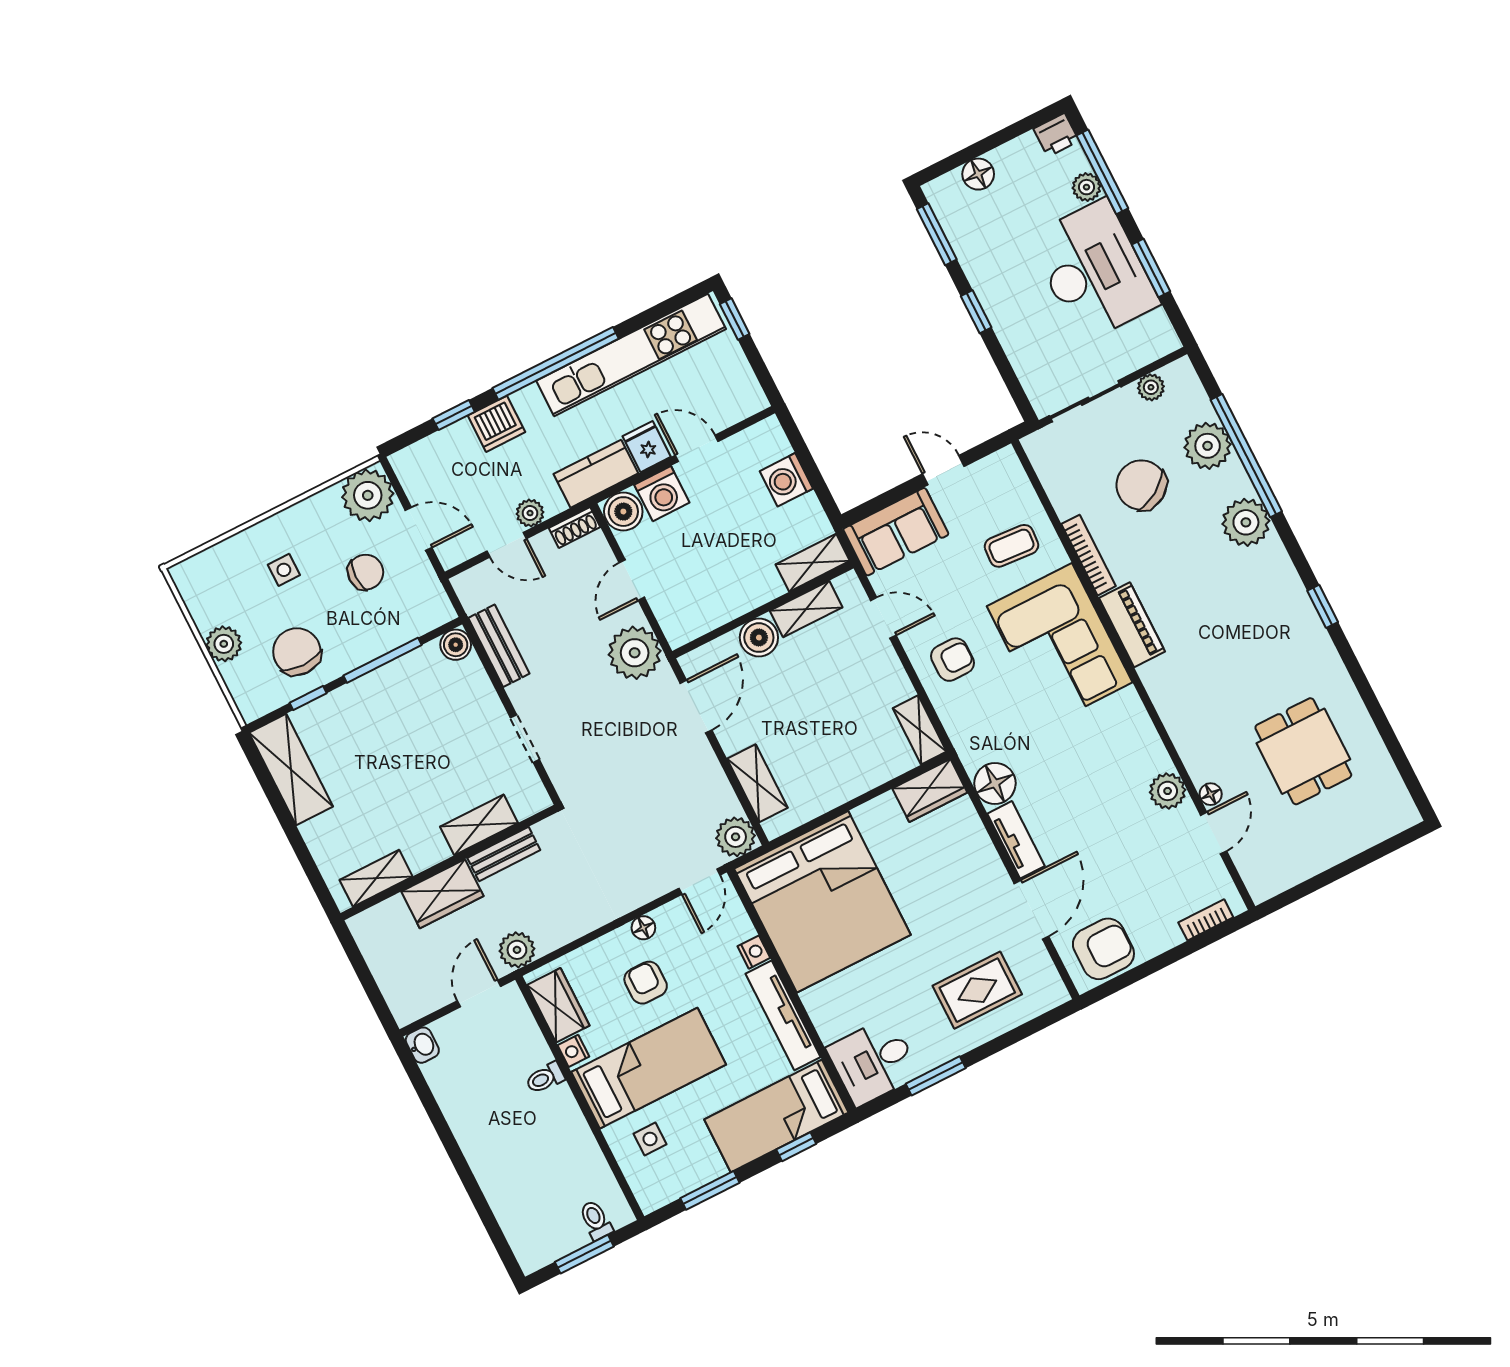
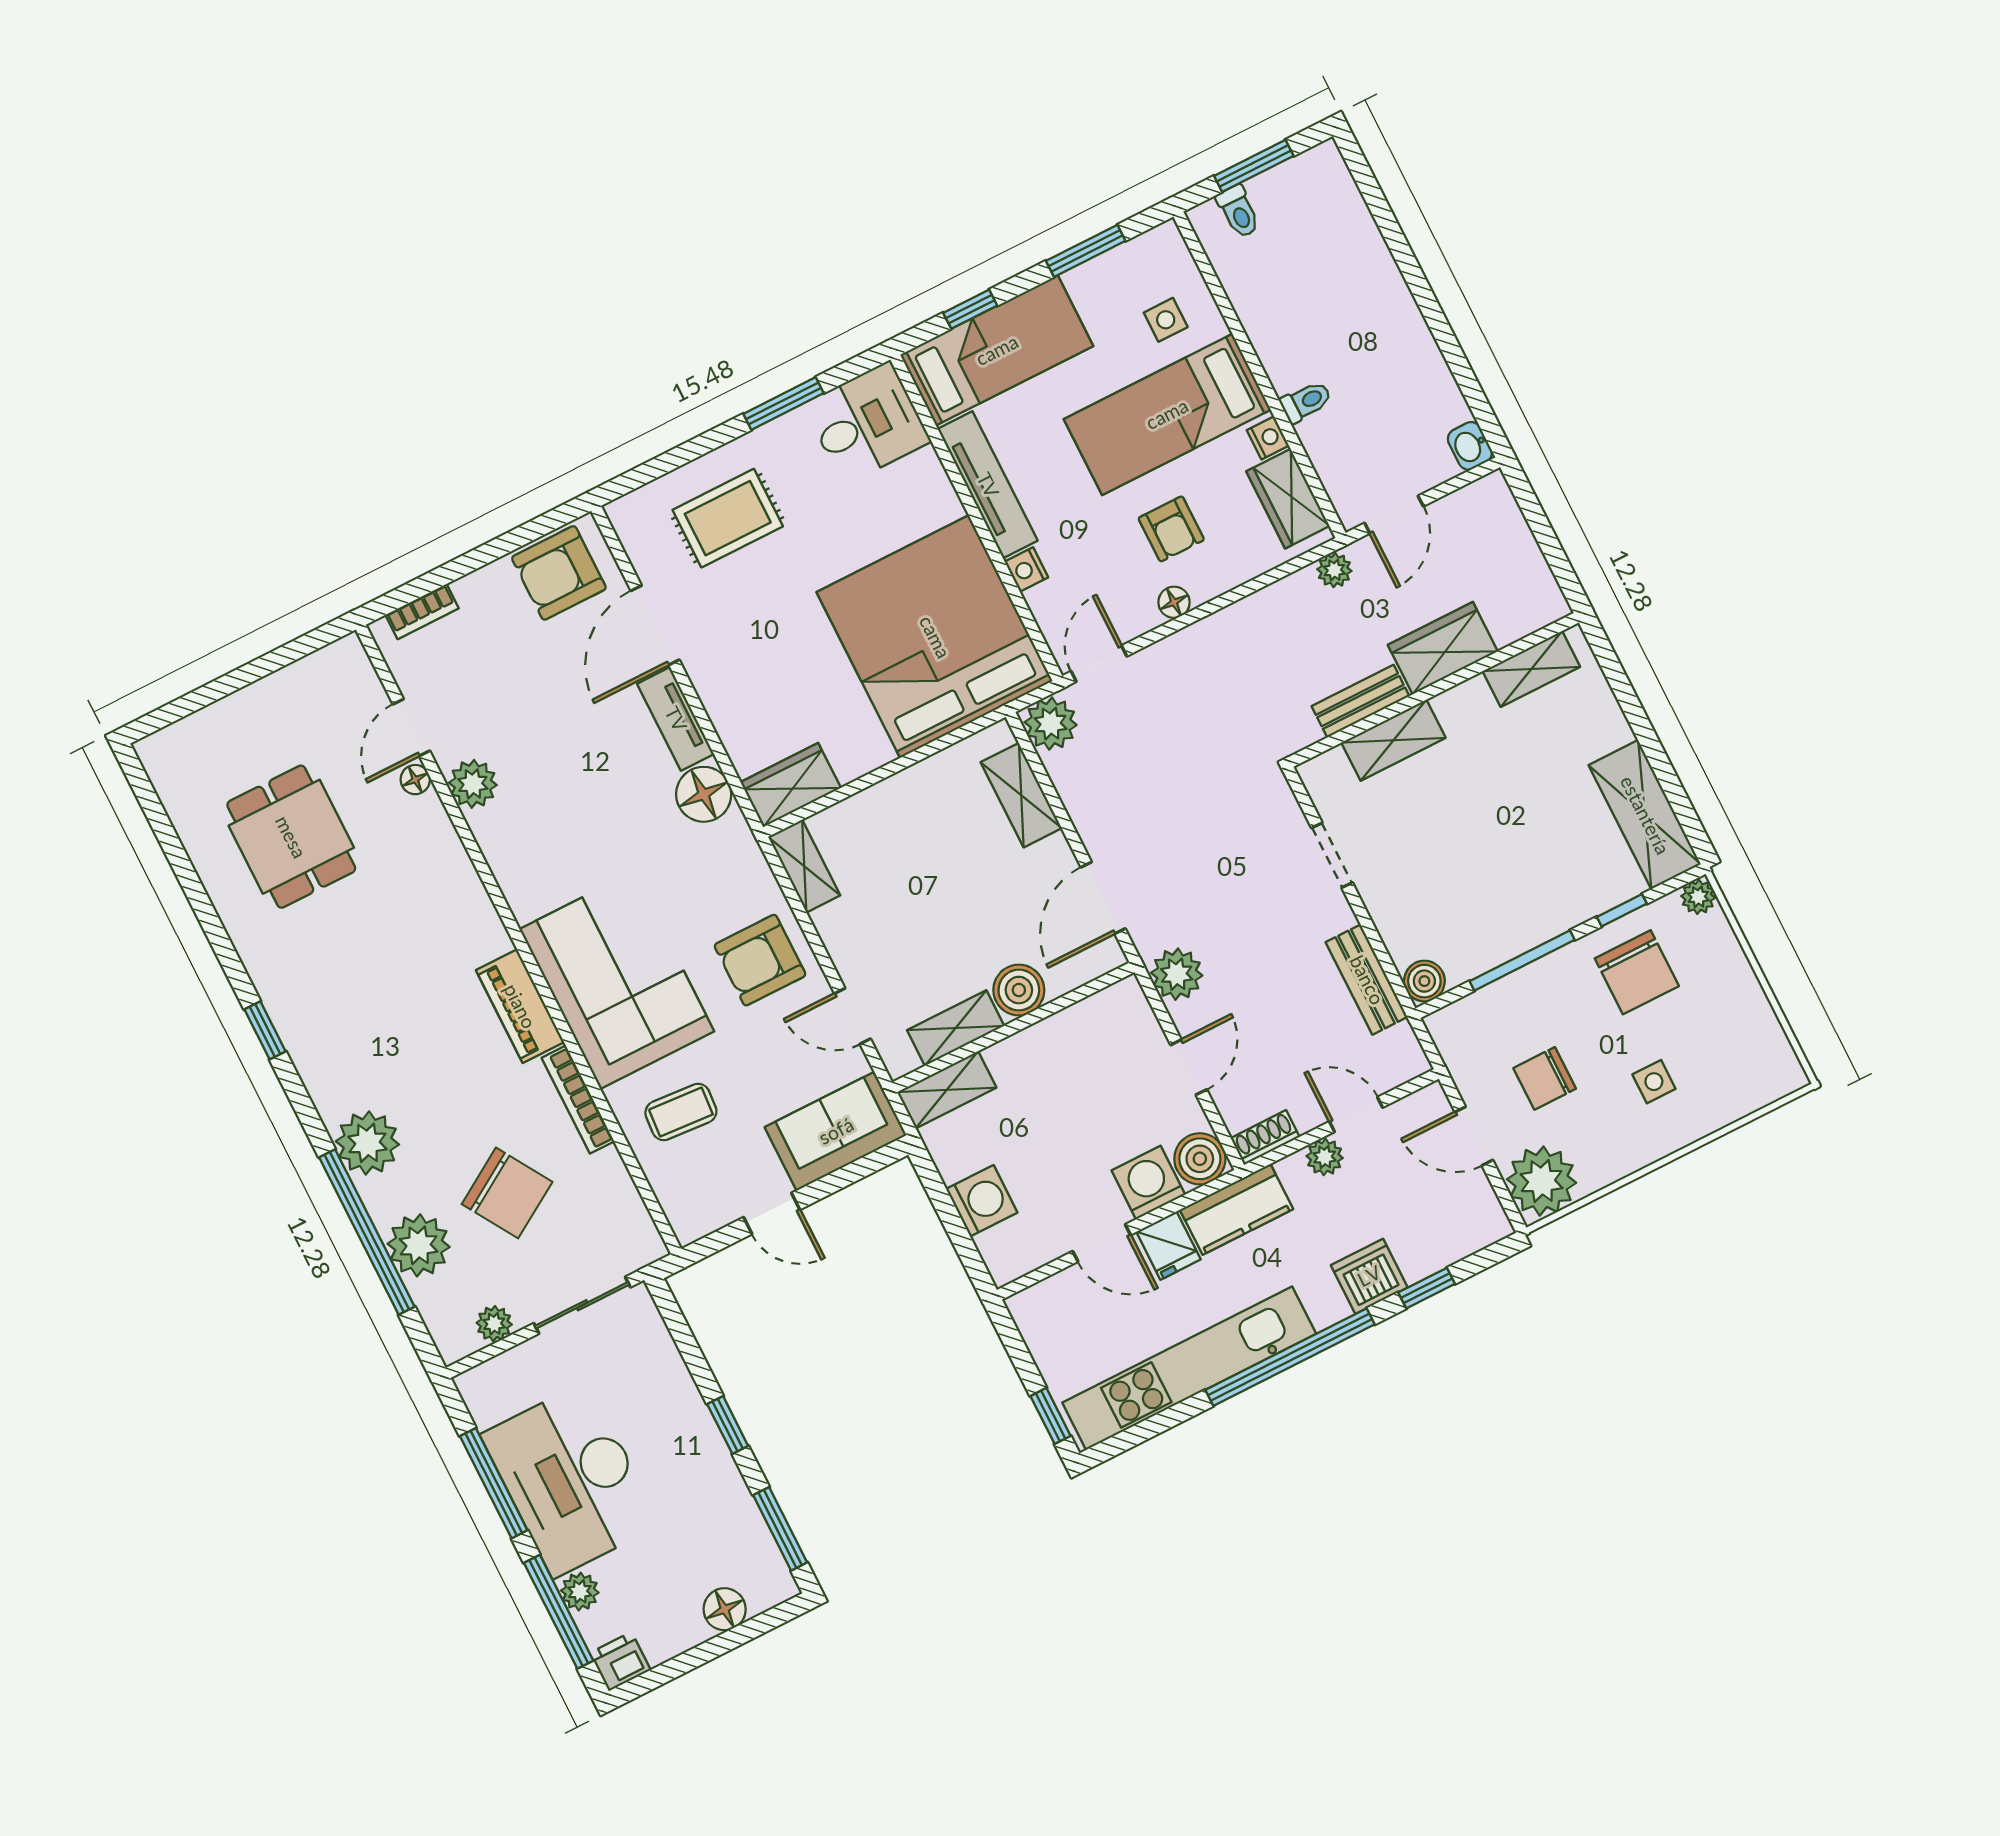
window: (1151, 268) -> (494, 1483), width x1.44
plant: (224, 644) -> (1698, 897), moved, width x0.73, depth x0.73
plant: (635, 653) -> (1177, 974), width x0.73, depth x0.73
armchair: (953, 660) -> (760, 960), width x1.38, depth x1.38
plant: (517, 950) -> (1334, 570), width x0.73, depth x0.73

